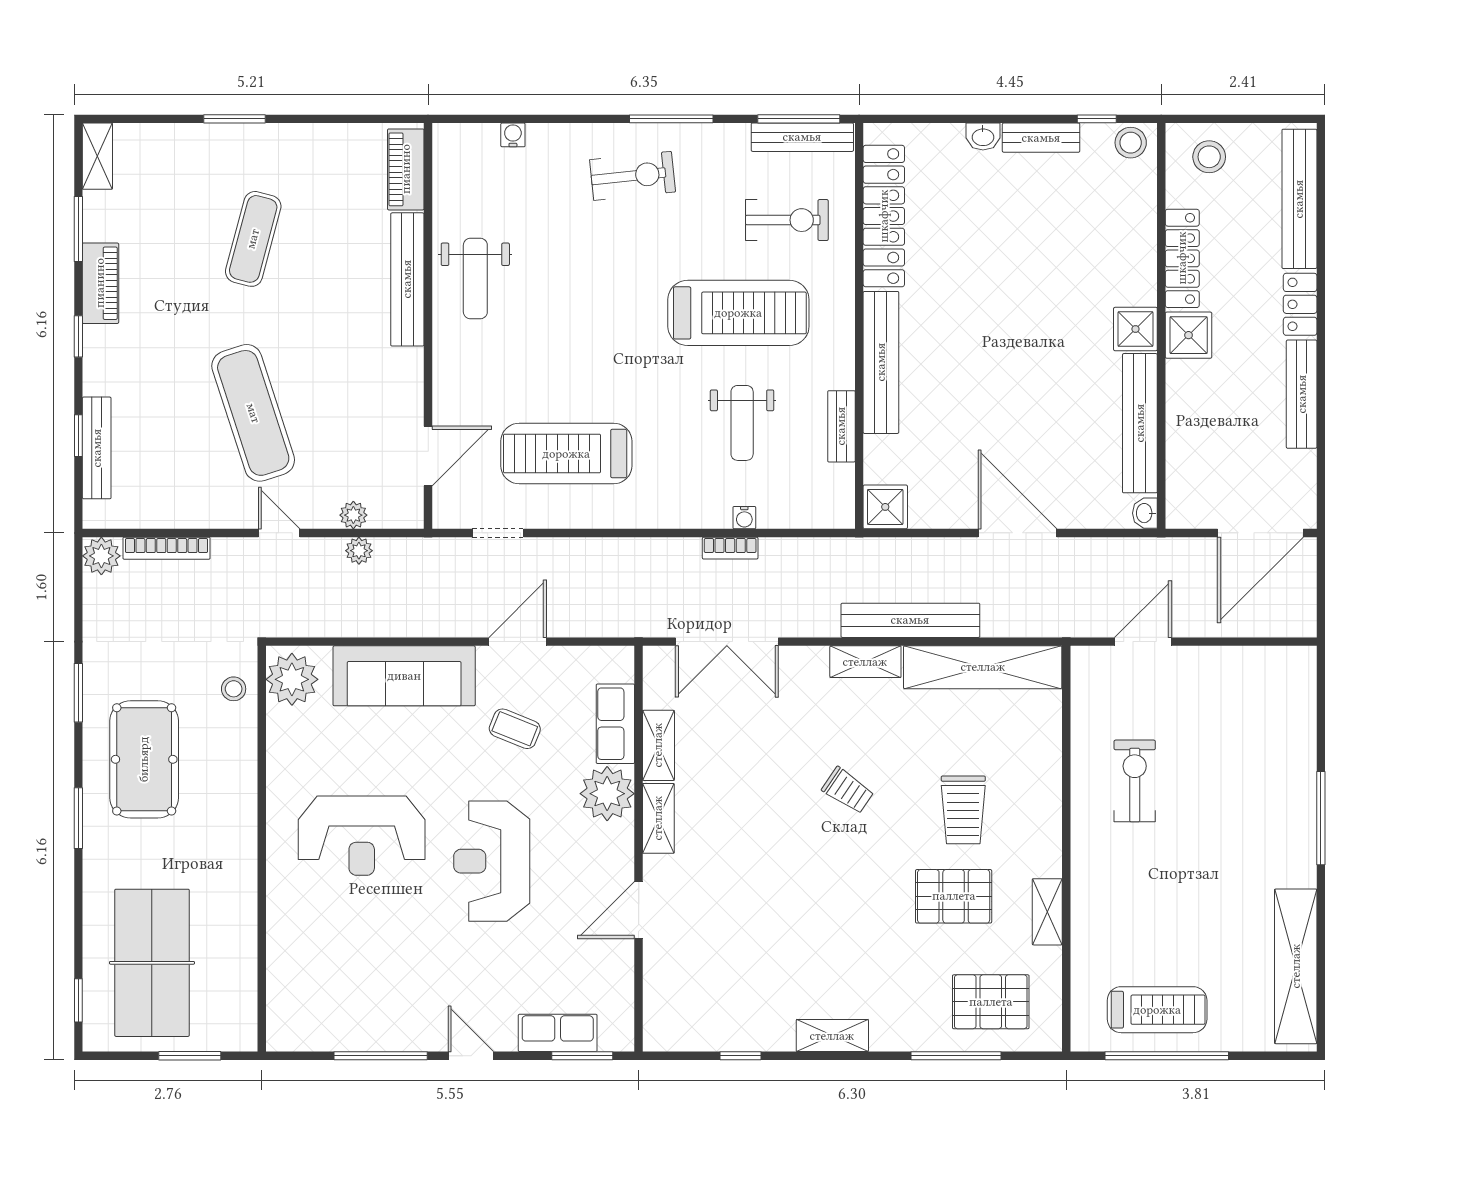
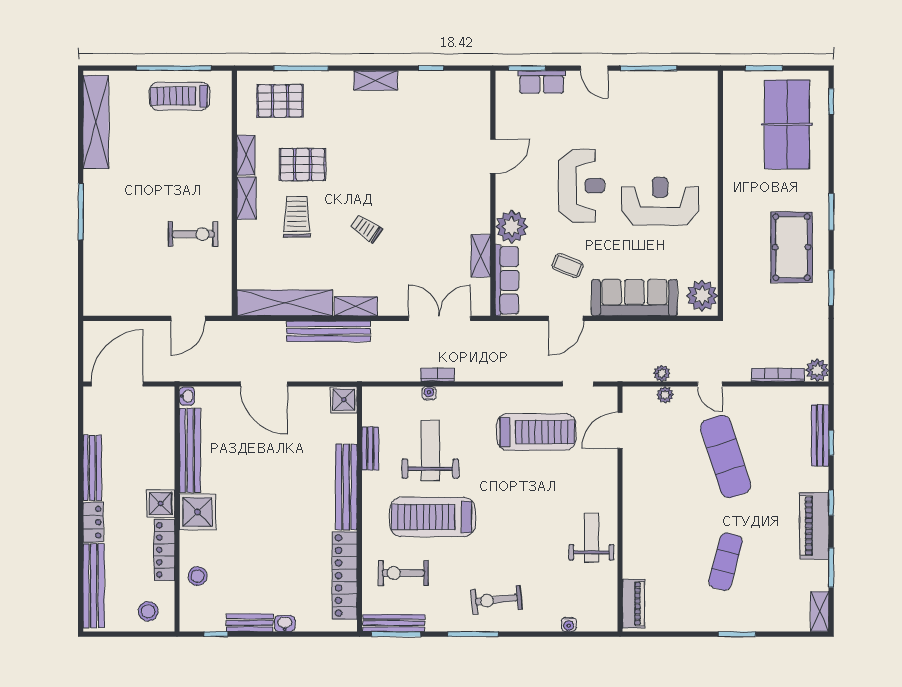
stool: (1131, 143) -> (198, 576), moved
bench: (407, 279) -> (632, 537), removed
piano: (100, 283) -> (814, 526), width x1.37, depth x1.33
shower: (1135, 329) -> (197, 512), width x1.36, depth x1.36
weight bench: (742, 423) -> (430, 450), width x1.36, depth x1.33
stool: (234, 689) -> (737, 290), removed
row of seats: (615, 724) -> (507, 280), width x1.48
exercise bike: (1135, 781) -> (193, 234), turned -90
shelving: (658, 818) -> (246, 198), moved

